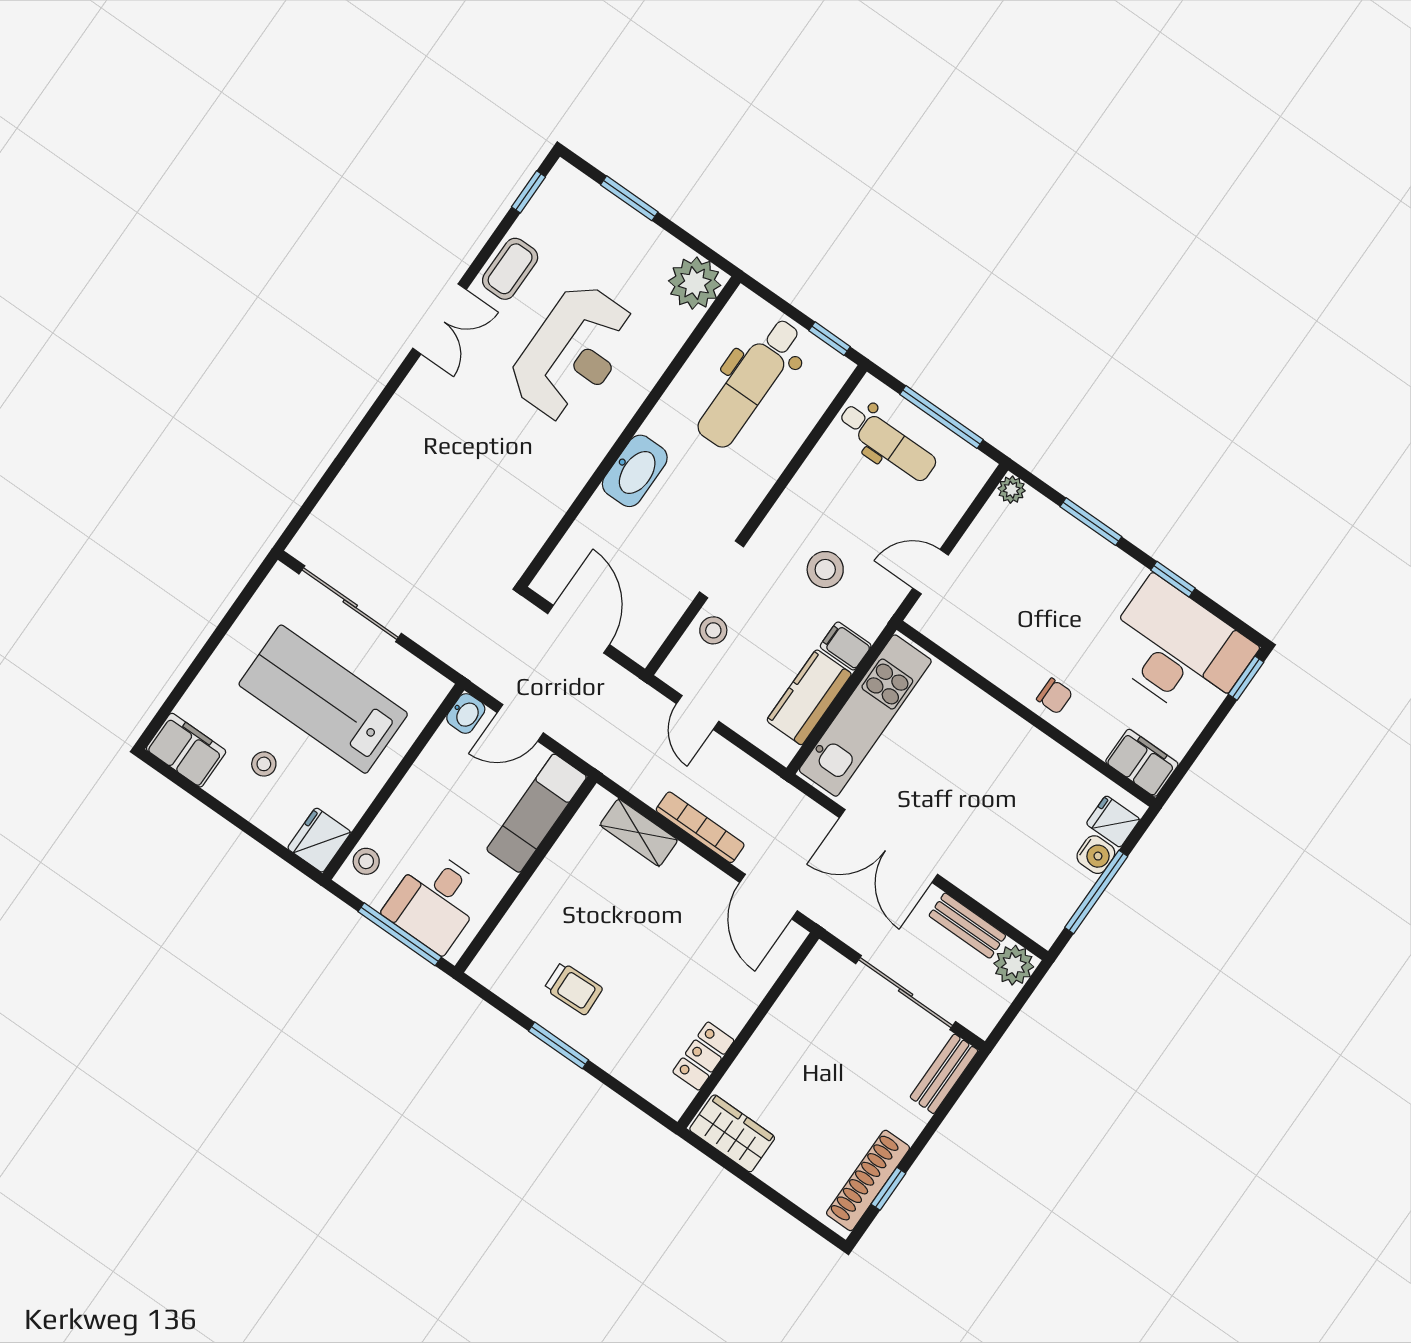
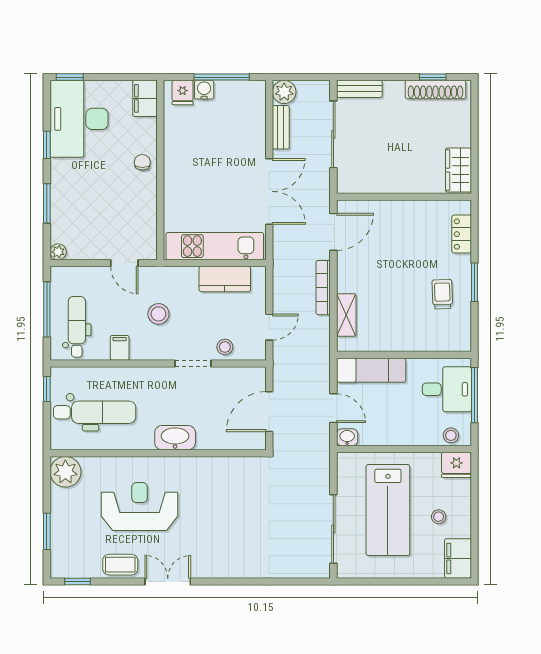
filing cabinet: (846, 646) -> (120, 348), moved, turned 180
locker: (703, 1056) -> (462, 234), moved, turned 90

